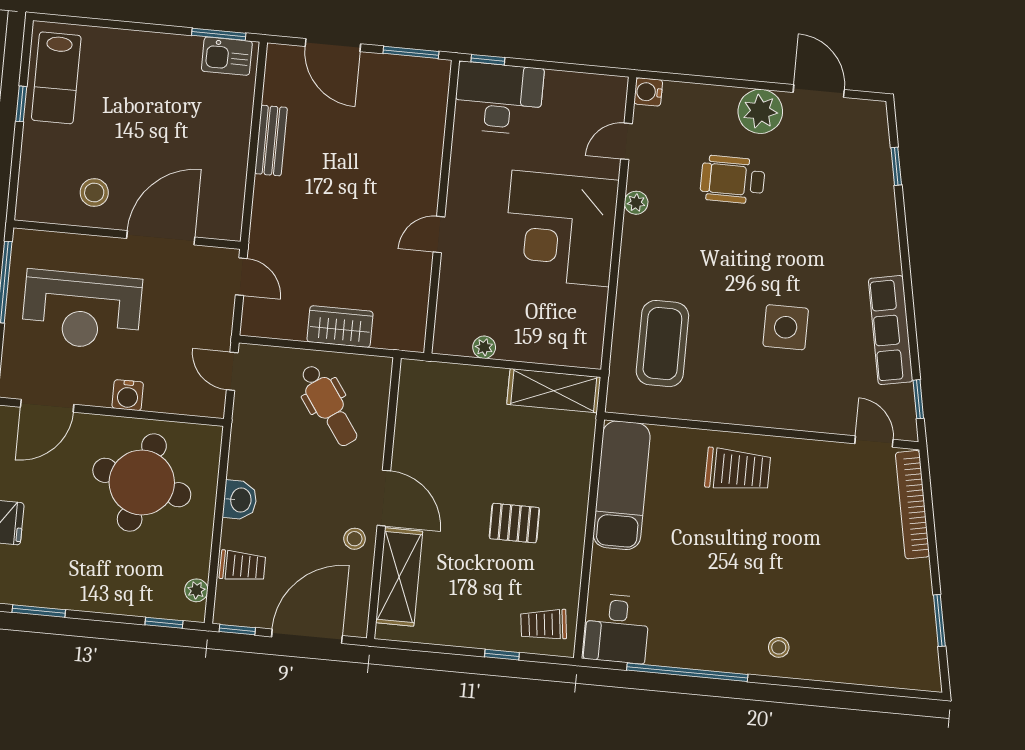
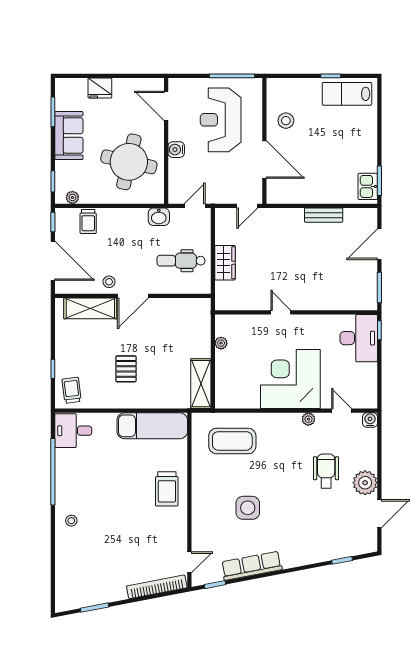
dental chair: (329, 405) -> (181, 261), turned 35
washbasin: (240, 500) -> (159, 217), moved
sofa: (84, 586) -> (69, 135), added

